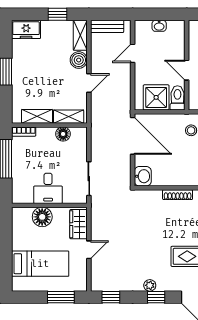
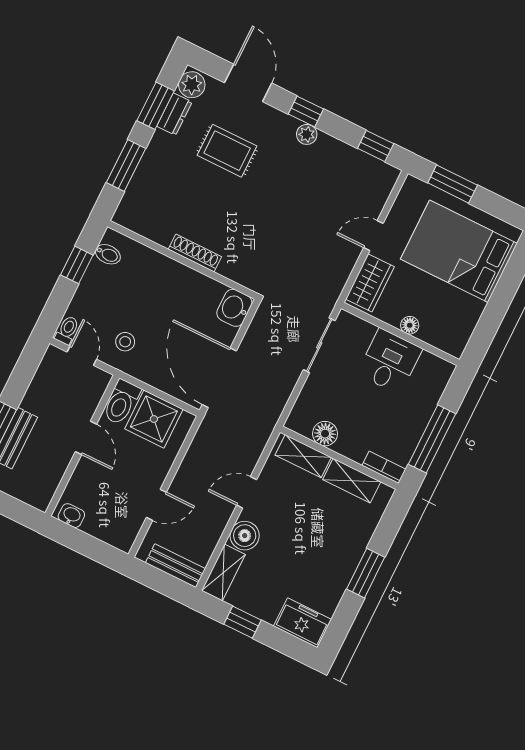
washbasin: (159, 26) -> (71, 516), moved
floor lamp: (42, 217) -> (410, 325), width x0.53, depth x0.53
bed: (40, 264) -> (459, 251), width x1.50

